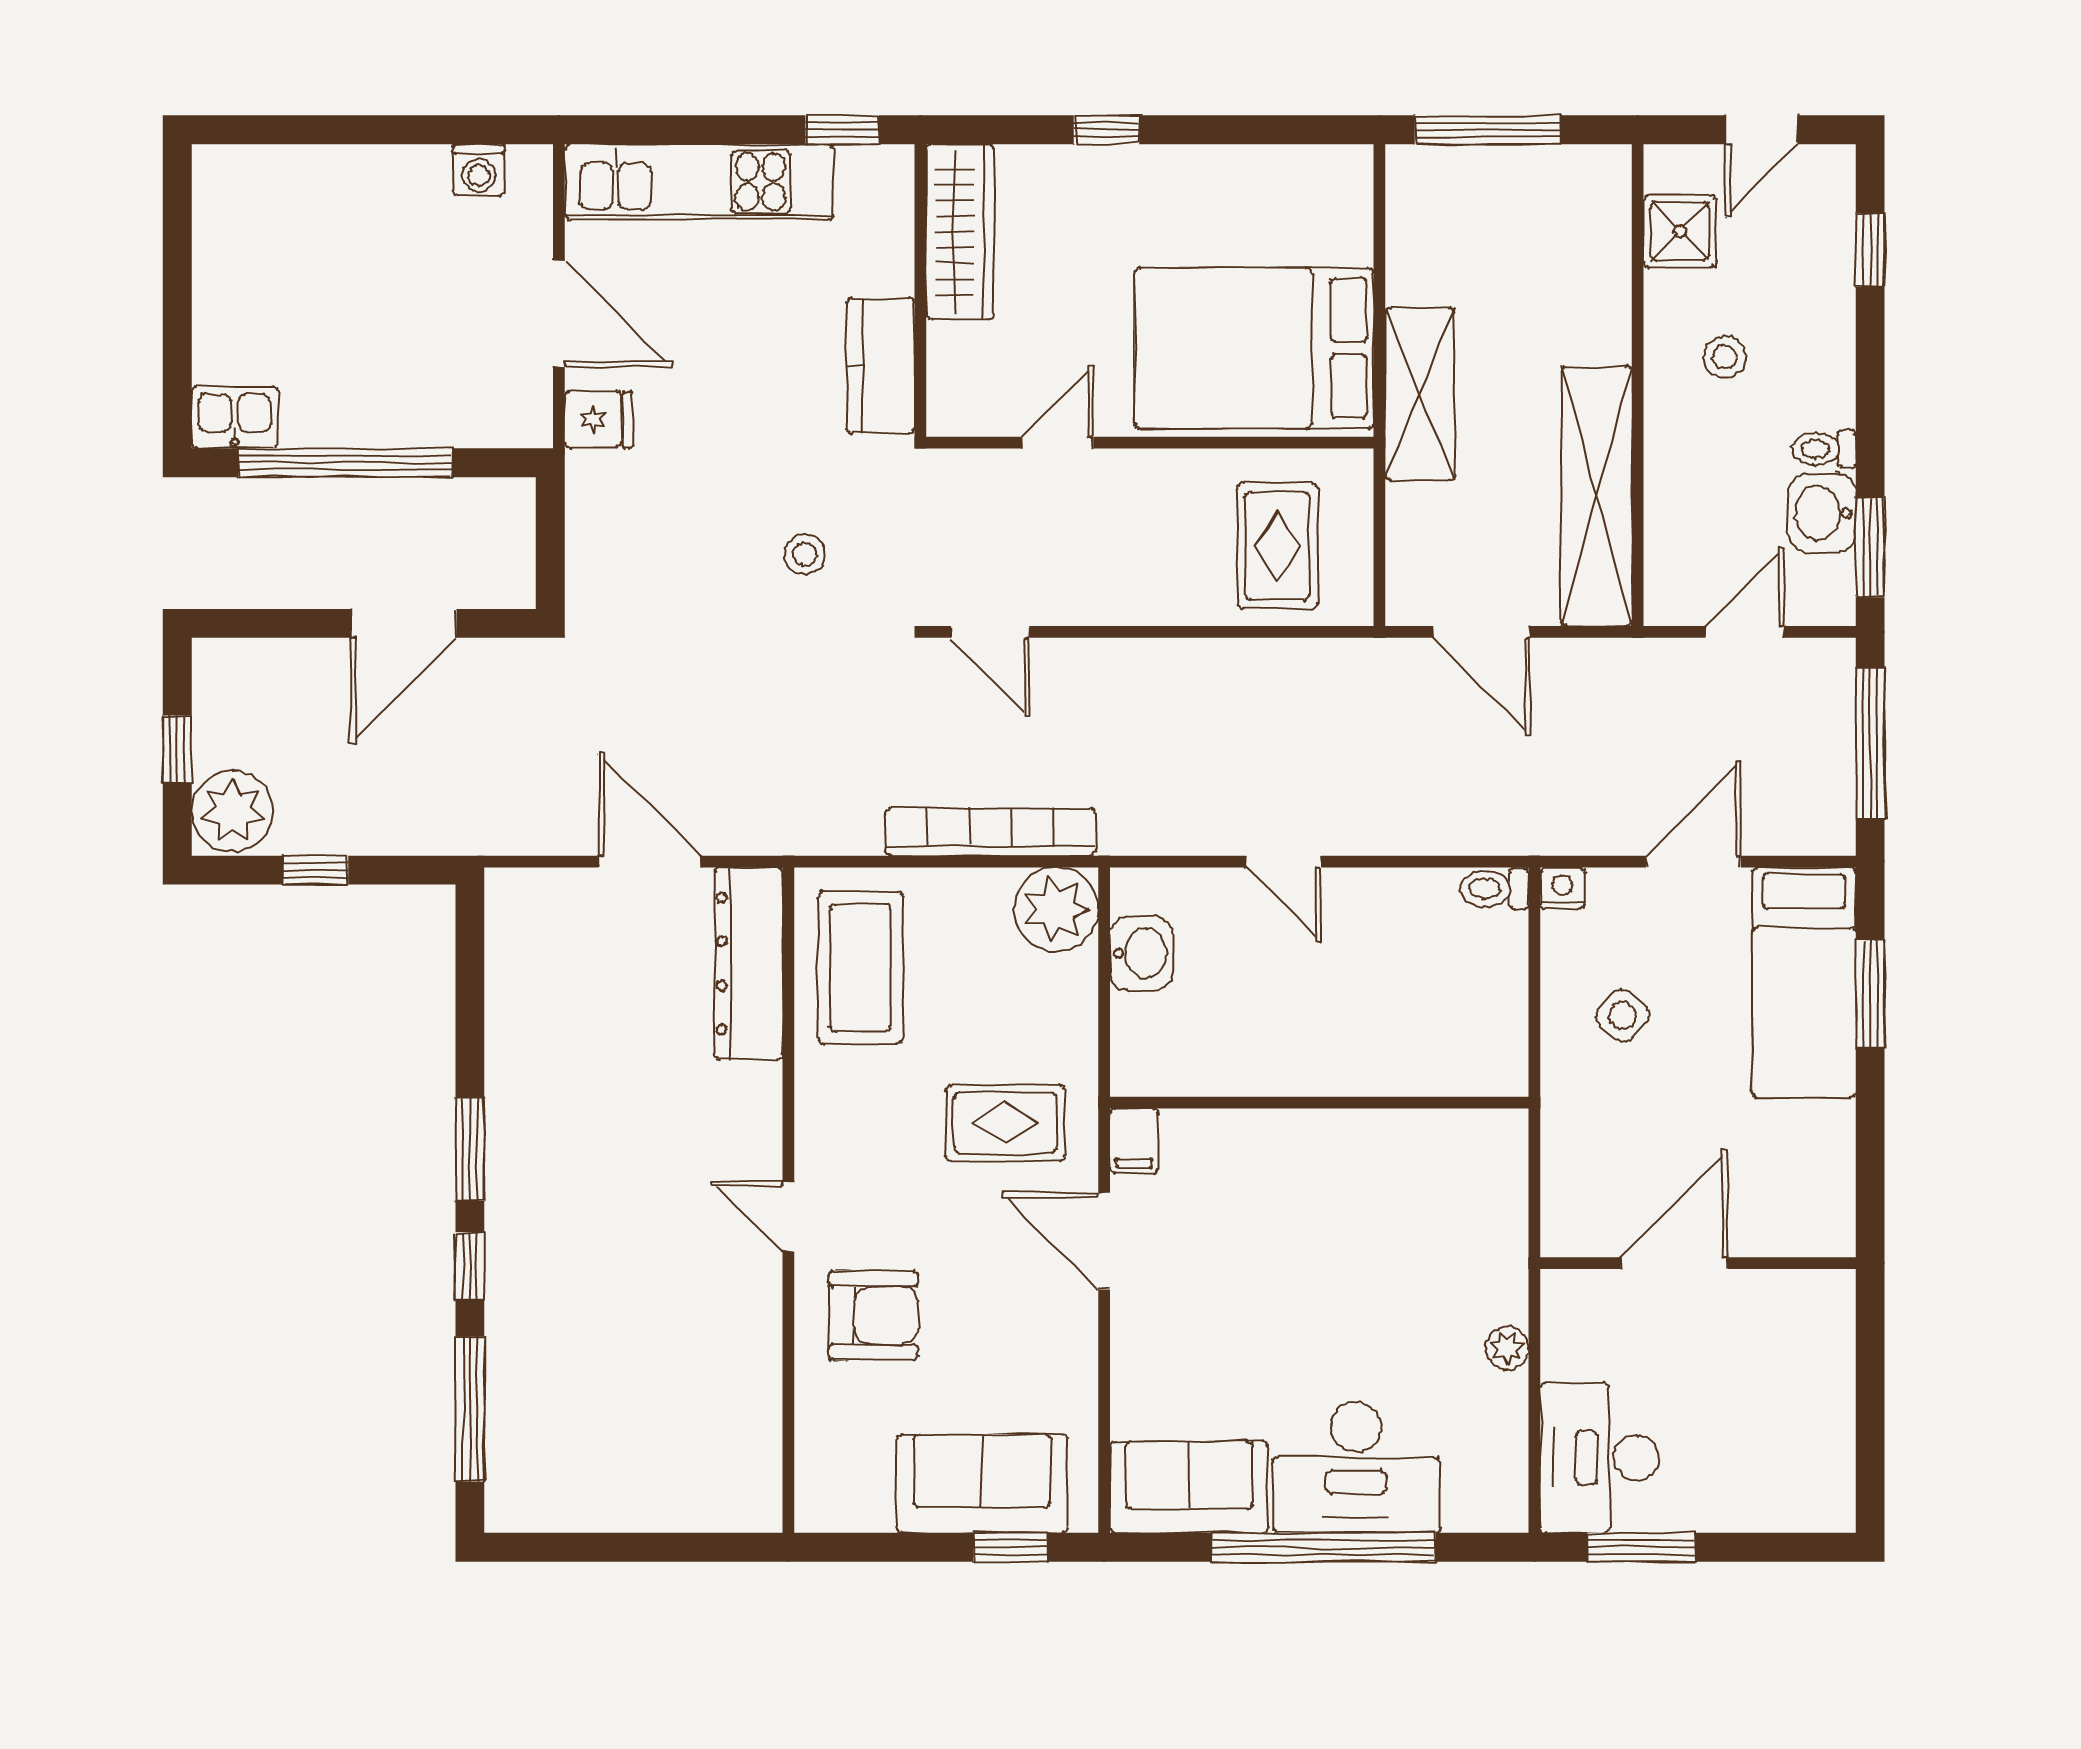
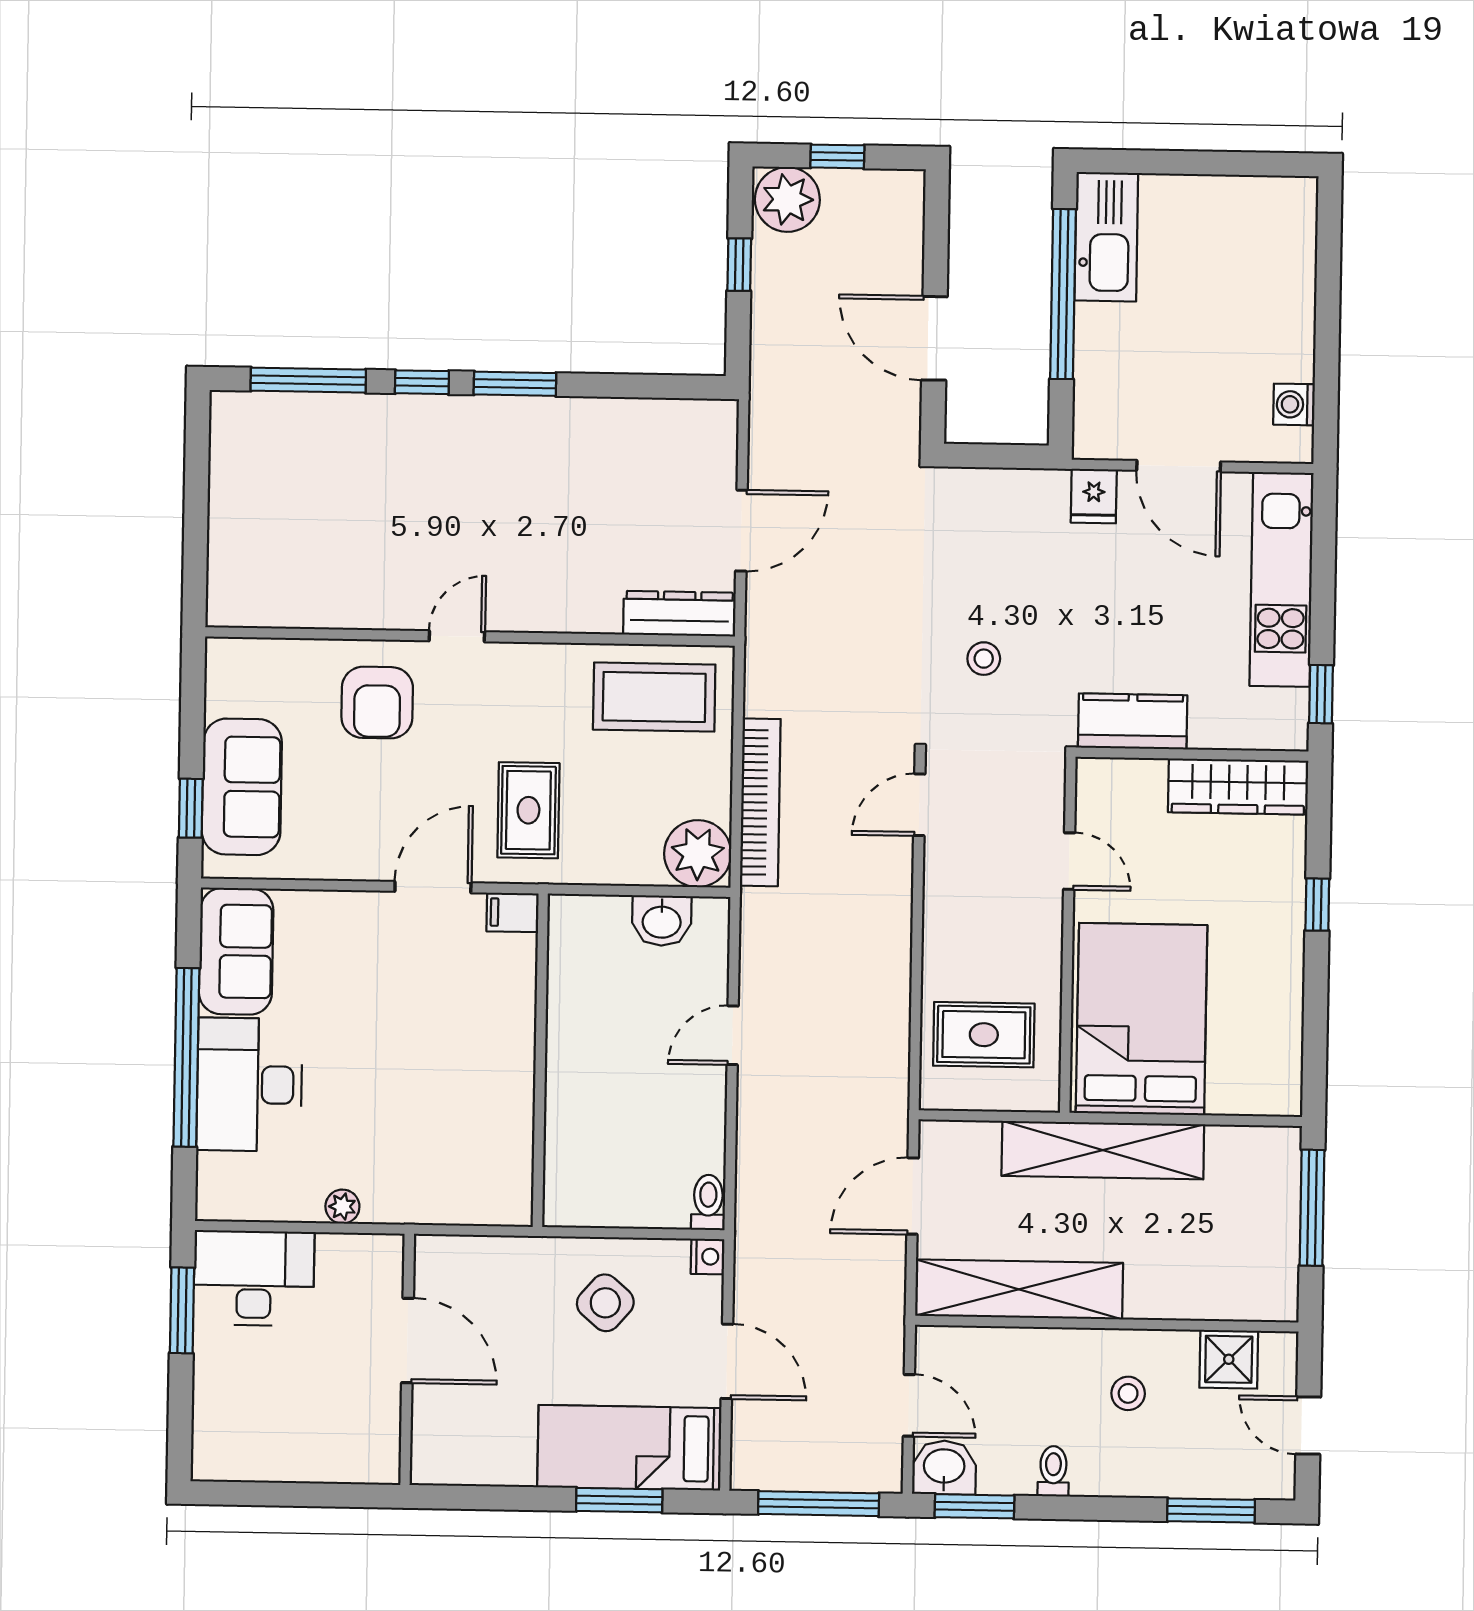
window: (1870, 250) -> (1211, 1510), width x1.50
door: (559, 314) -> (1179, 466), hinge flipped
shelving: (1420, 394) -> (1103, 1150), width x1.47
kitchen sink: (235, 417) -> (1106, 237), width x1.88, depth x1.24
washbasin: (1822, 513) -> (944, 1468), moved
dresser: (748, 963) -> (679, 614), width x0.73, depth x0.80
side table: (1623, 1016) -> (605, 1303), width x1.37, depth x1.37

